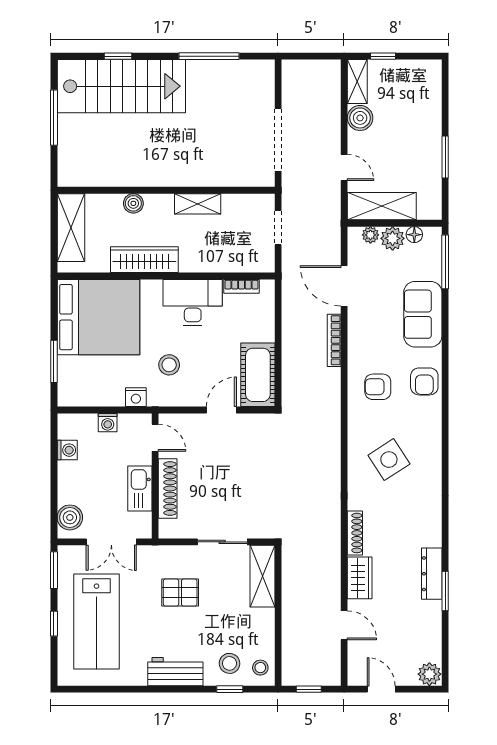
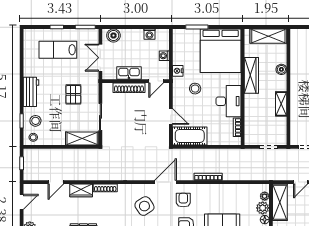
door: (344, 286) -> (165, 182), moved
lab bench: (97, 621) -> (58, 50), width x0.73, depth x0.72

